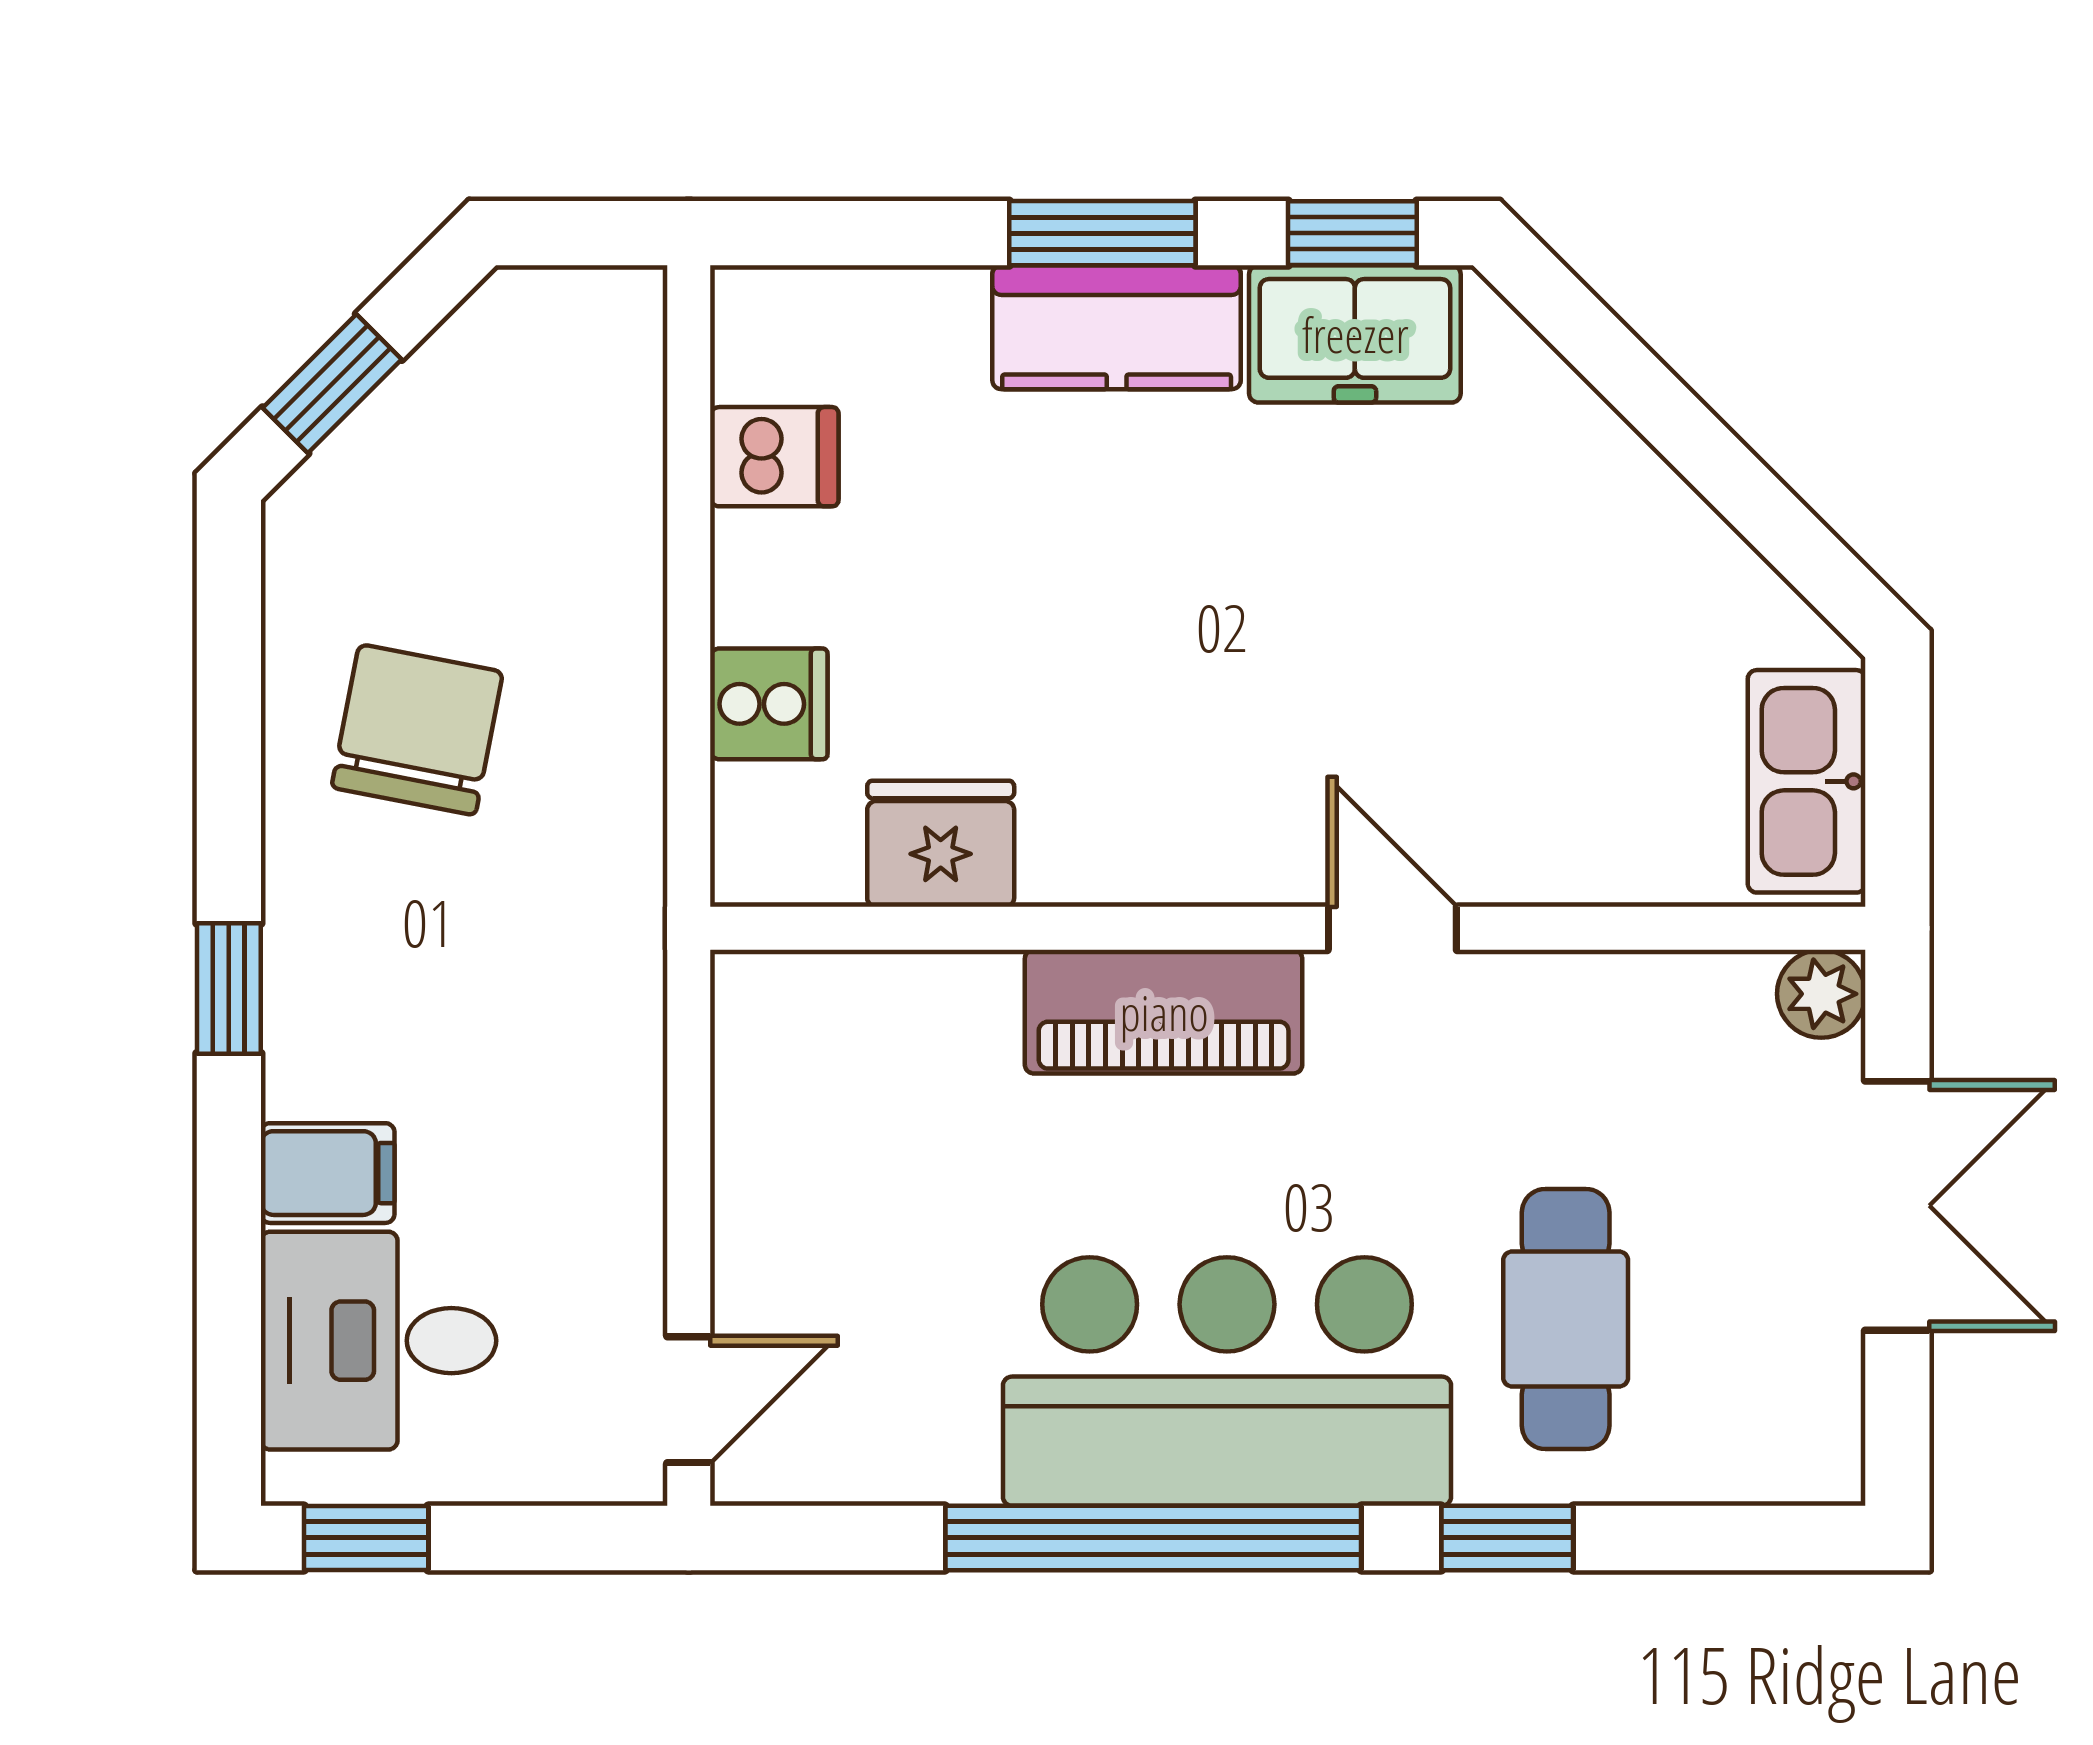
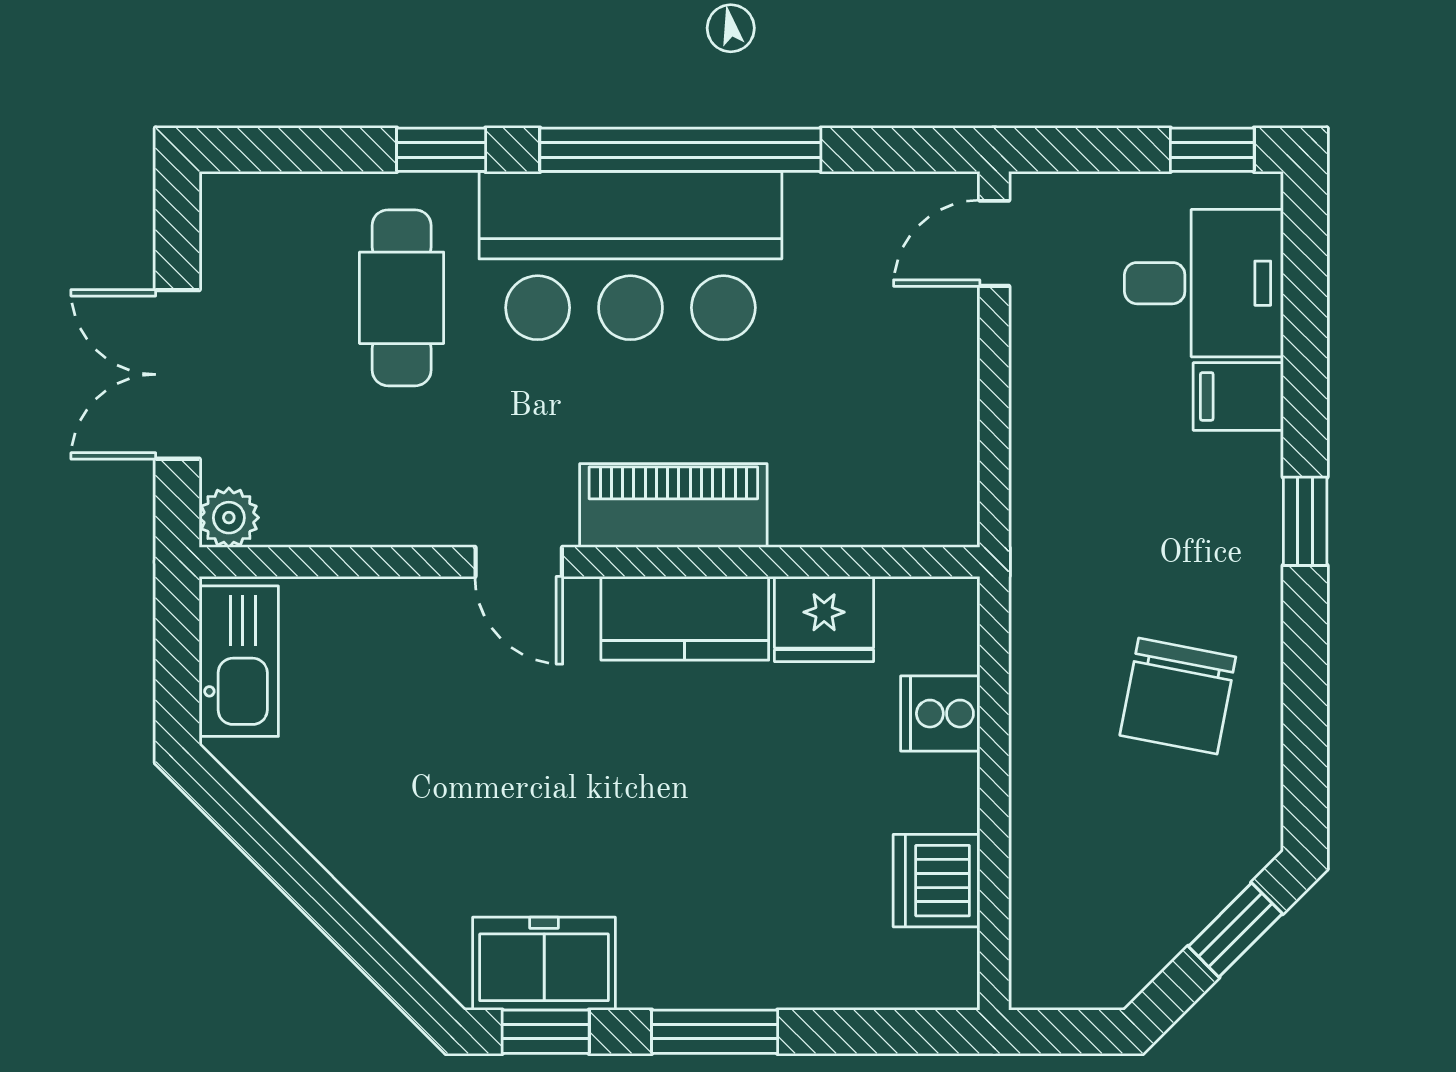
kitchen counter: (1117, 327) -> (685, 618), moved, turned 180
dishwasher: (774, 457) -> (936, 881), width x1.38

